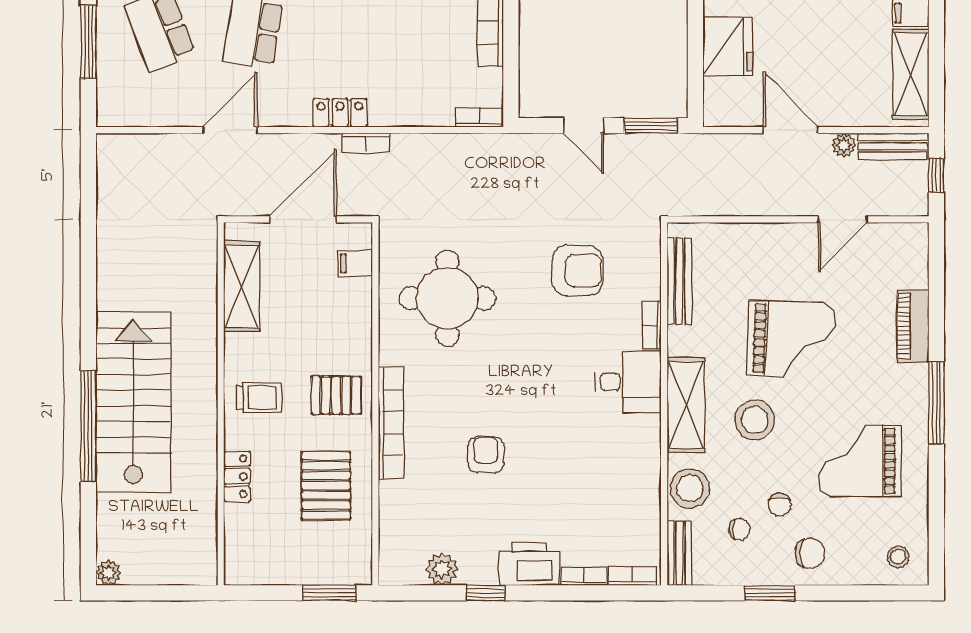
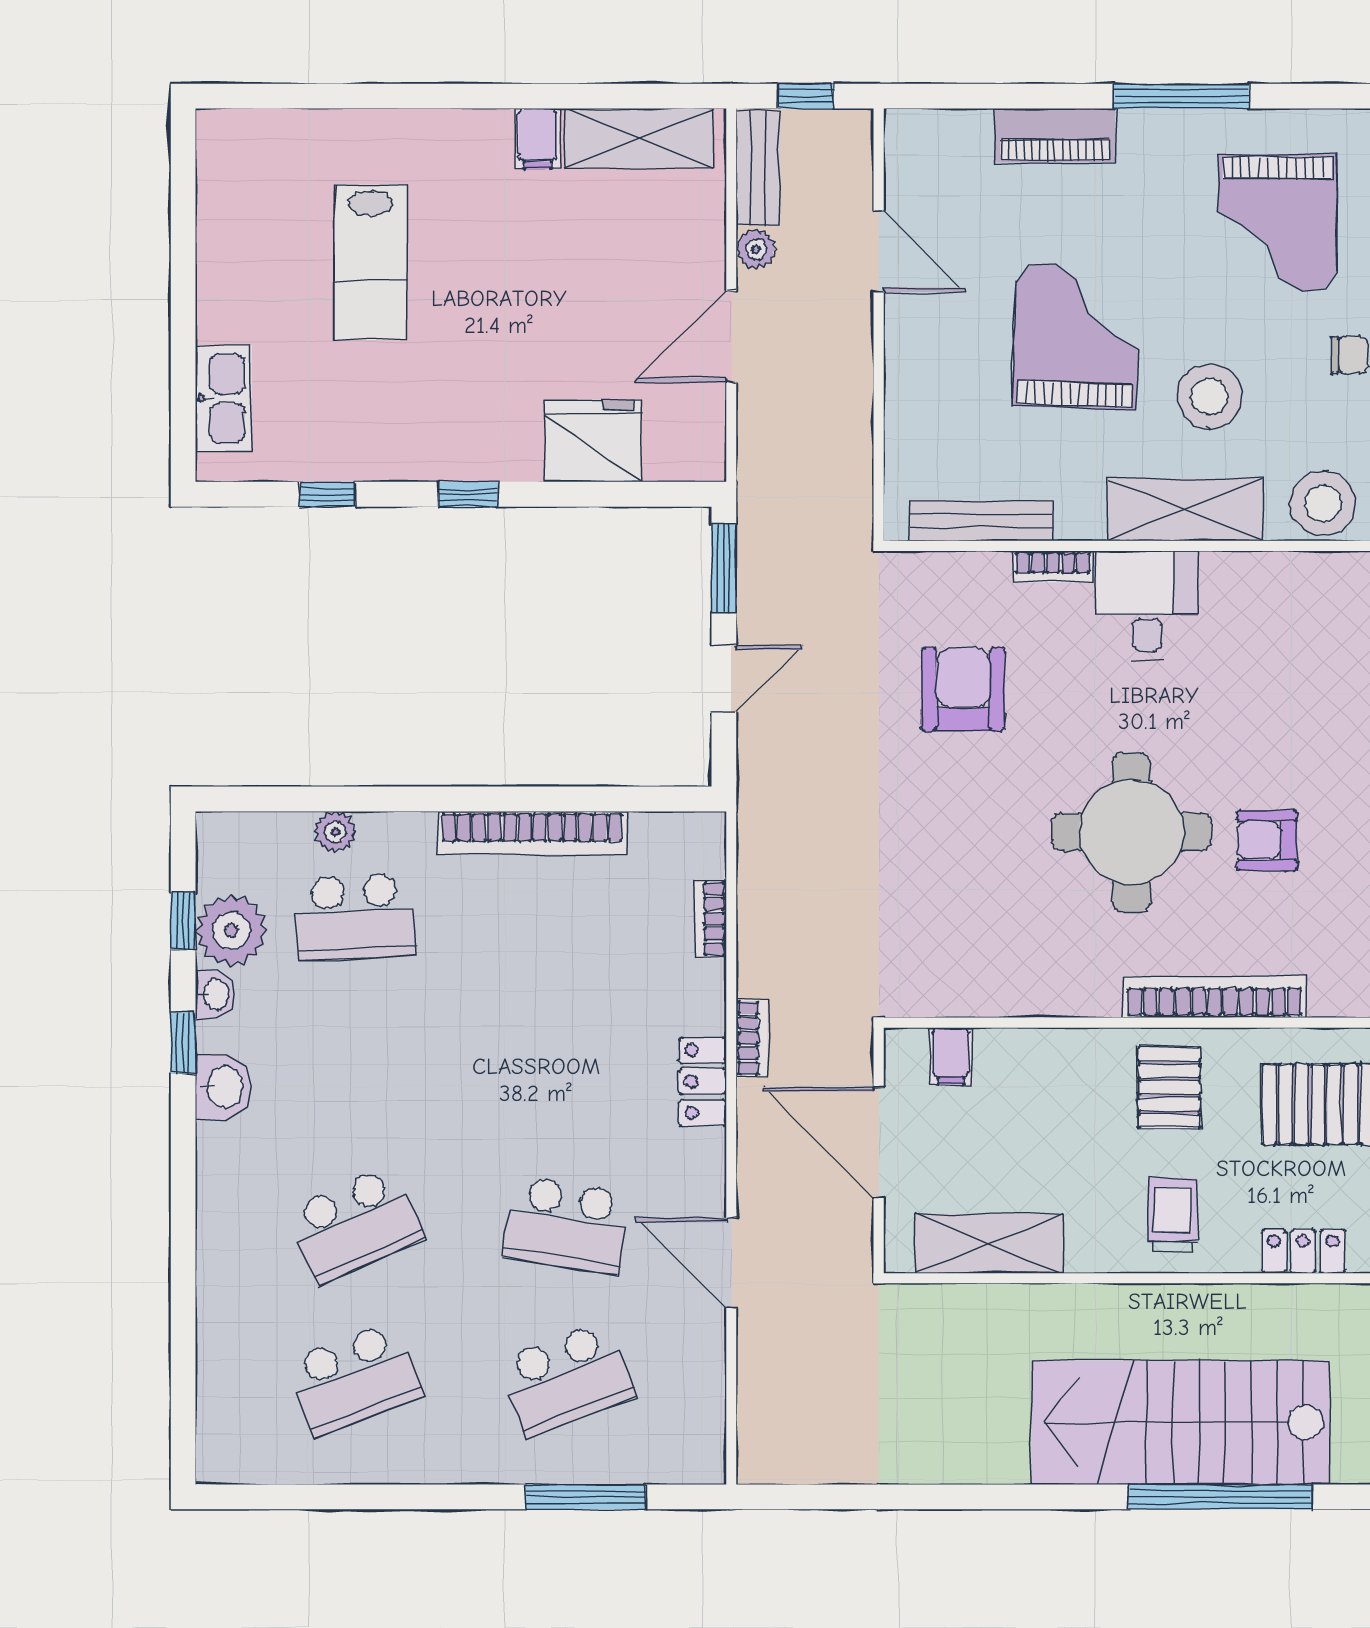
bookcase: (480, 118) -> (711, 919), moved
round table: (447, 298) -> (1132, 832), moved

